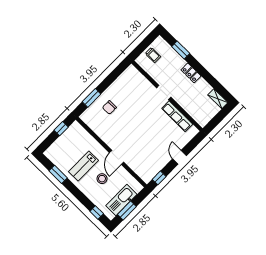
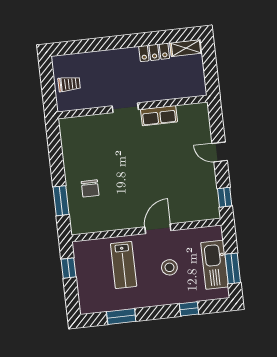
window: (181, 50) -> (90, 45), removed
locker: (191, 73) -> (154, 52), moved
row of seats: (177, 116) -> (159, 116), width x0.68
door: (117, 157) -> (158, 229), swing flipped
lab bench: (84, 166) -> (124, 265), moved
window: (97, 213) -> (189, 309), moved

